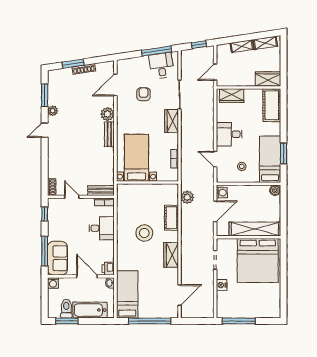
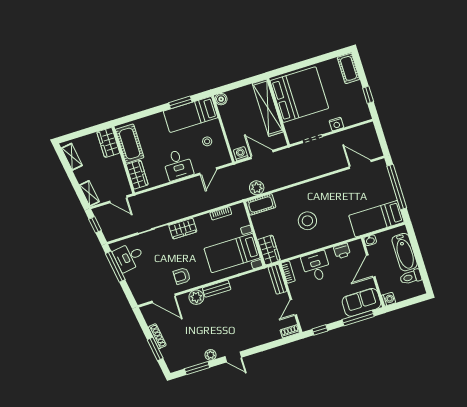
shelving: (242, 46) -> (89, 193), moved
armchair: (144, 94) -> (182, 276), moved
cot: (272, 105) -> (130, 144), moved, turned 90
cot: (171, 218) -> (261, 204), moved
wardrobe: (171, 255) -> (269, 250), moved, turned -90
printer: (108, 269) -> (342, 251), moved
cot: (267, 311) -> (349, 68), added
window: (67, 321) -> (423, 272), removed
window: (239, 321) -> (368, 95), width x0.46

